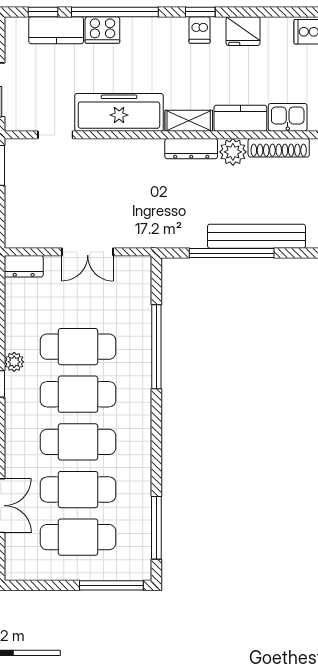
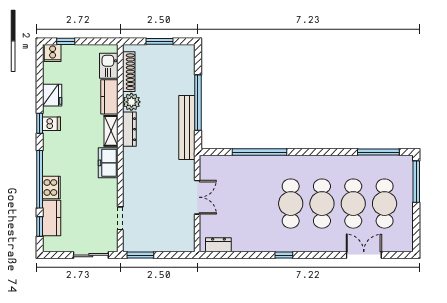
freezer: (119, 112) -> (108, 163), width x0.52, depth x0.79
bench: (257, 236) -> (187, 127), moved
dresser: (24, 266) -> (218, 245), moved, turned -90
cafe table: (78, 347) -> (259, 204), removed
plant: (14, 362) -> (269, 246), removed

